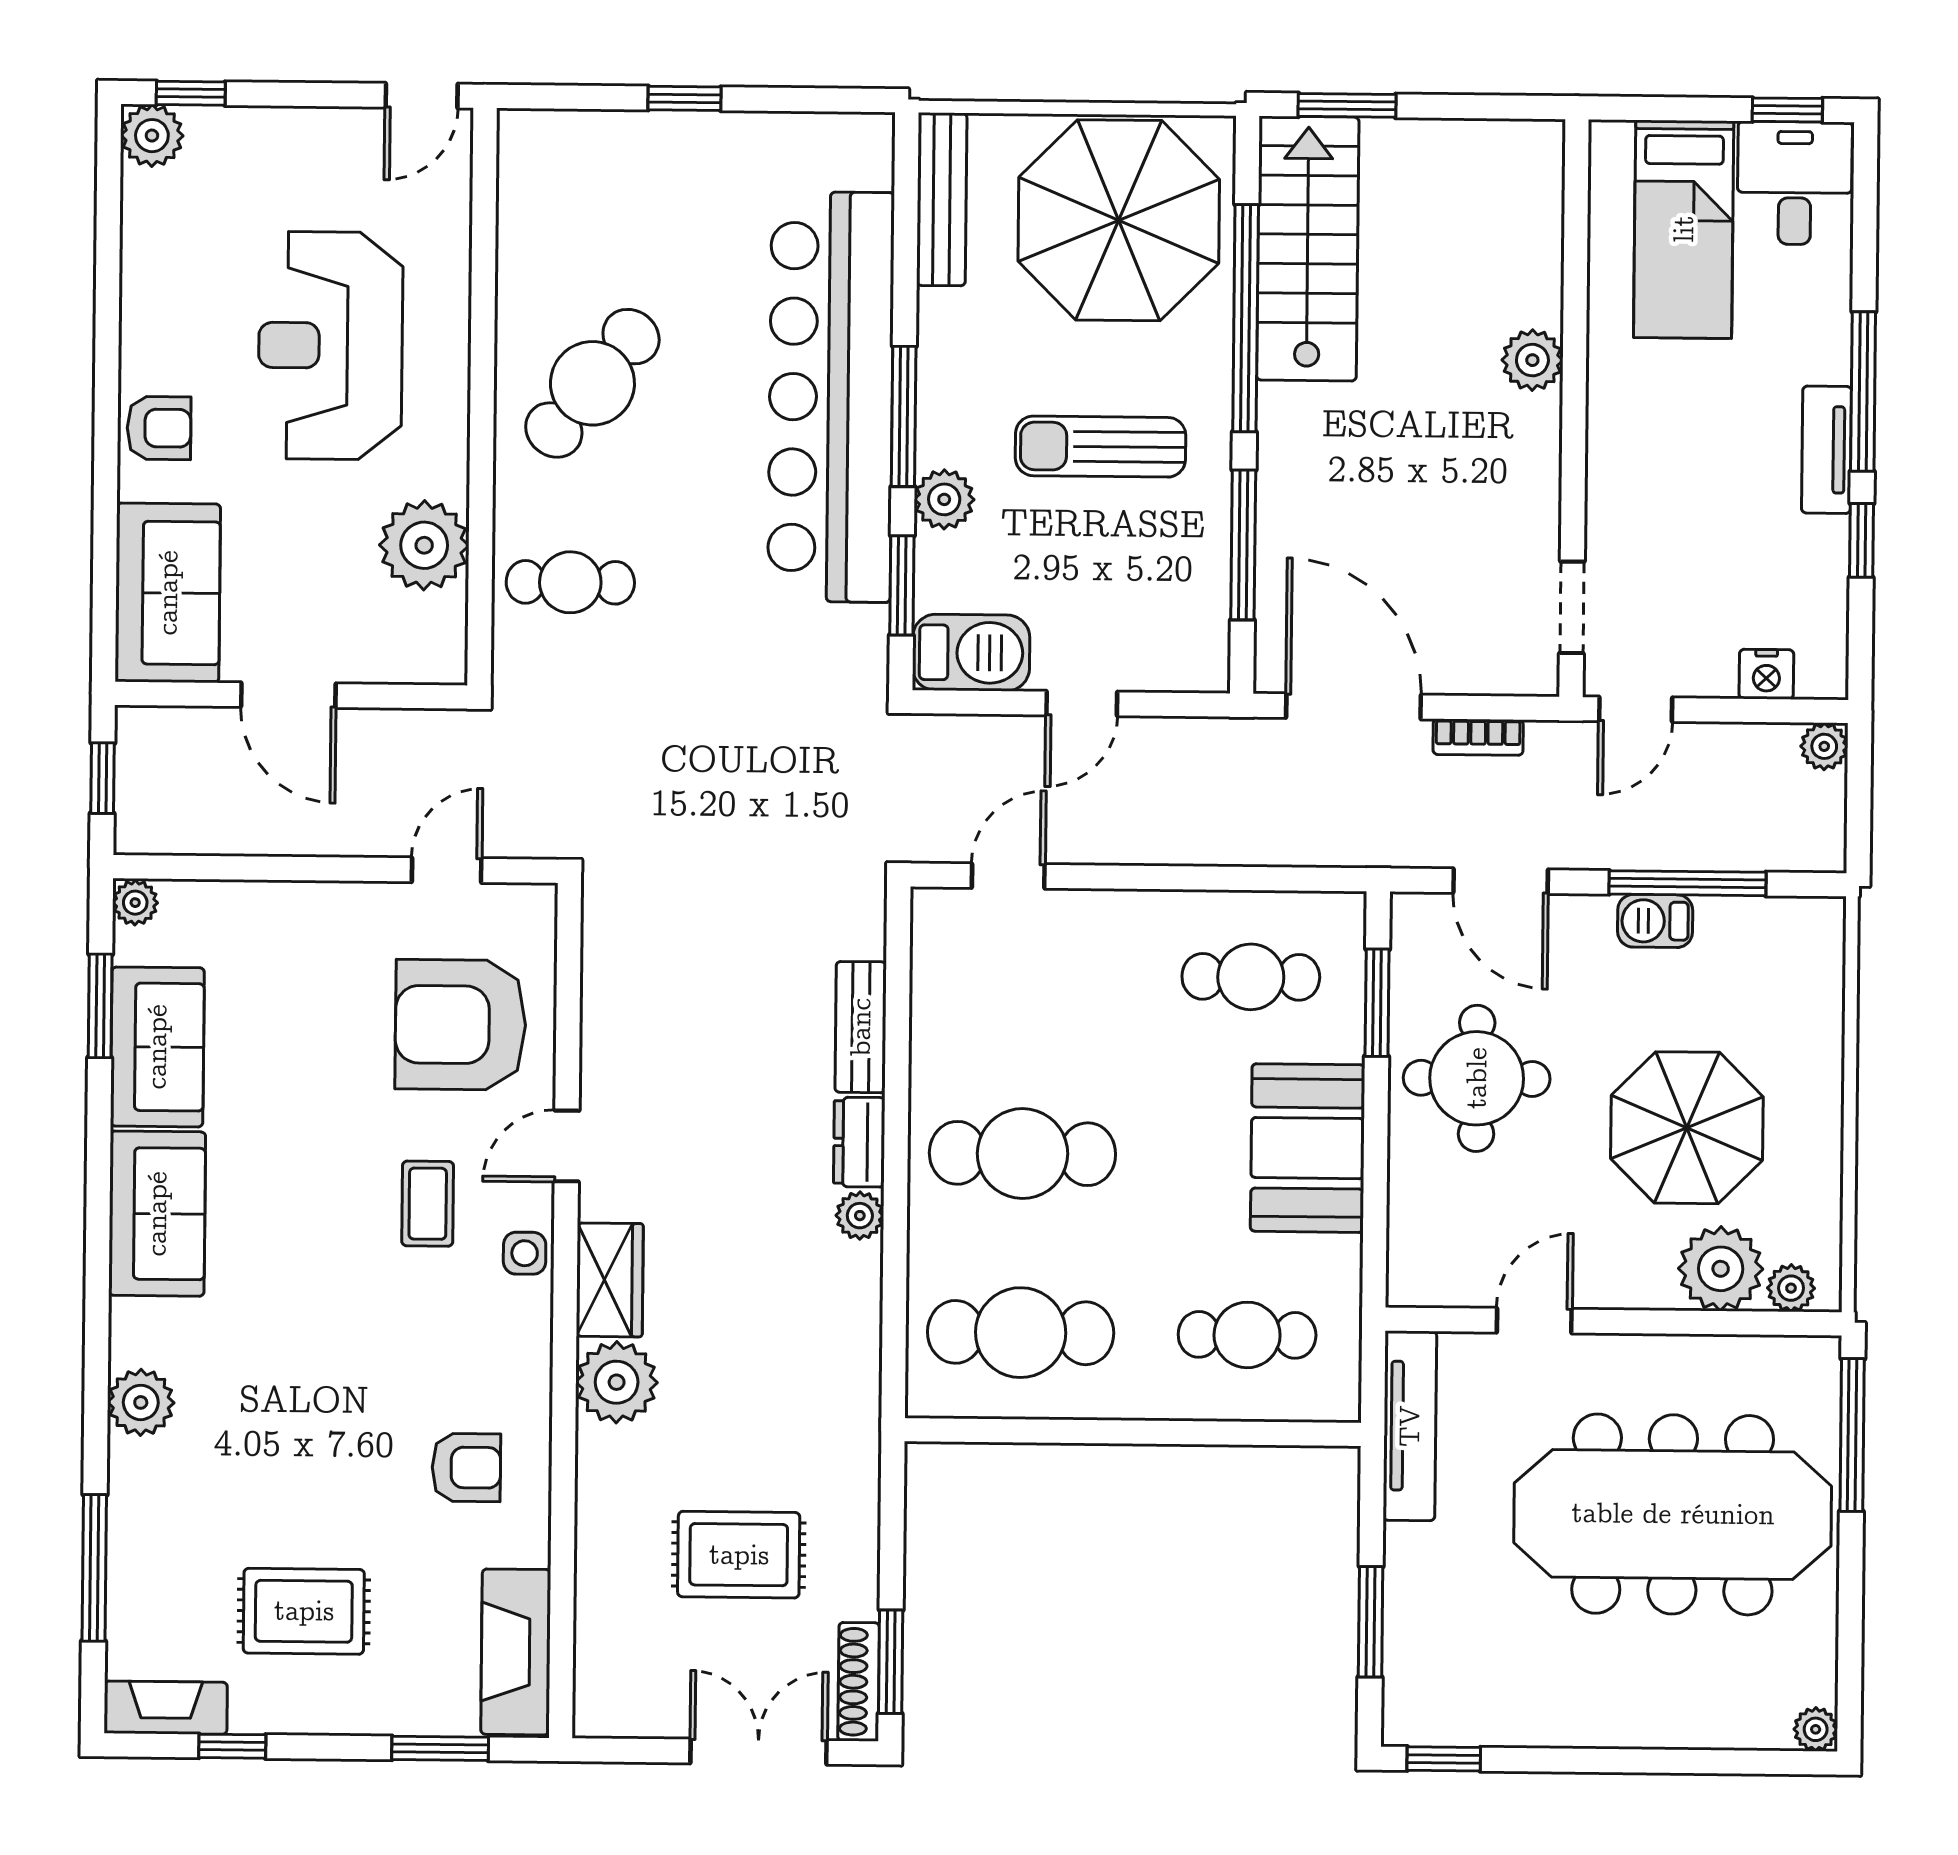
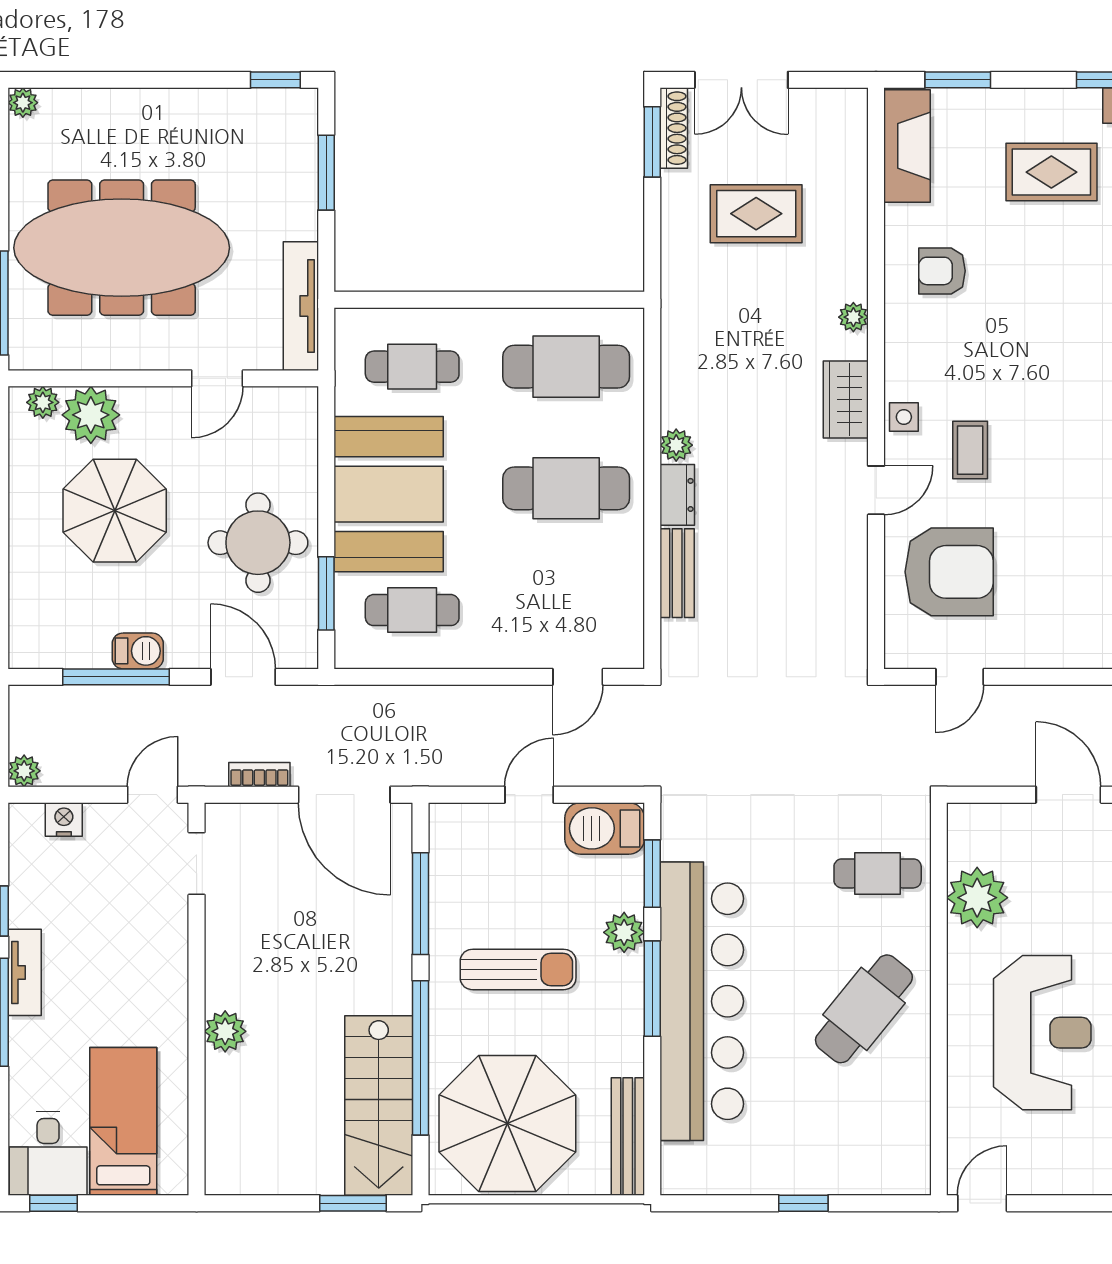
booth: (1308, 1148) -> (389, 494), width x1.36, depth x1.42
plant: (617, 1382) -> (853, 317), width x0.53, depth x0.53

